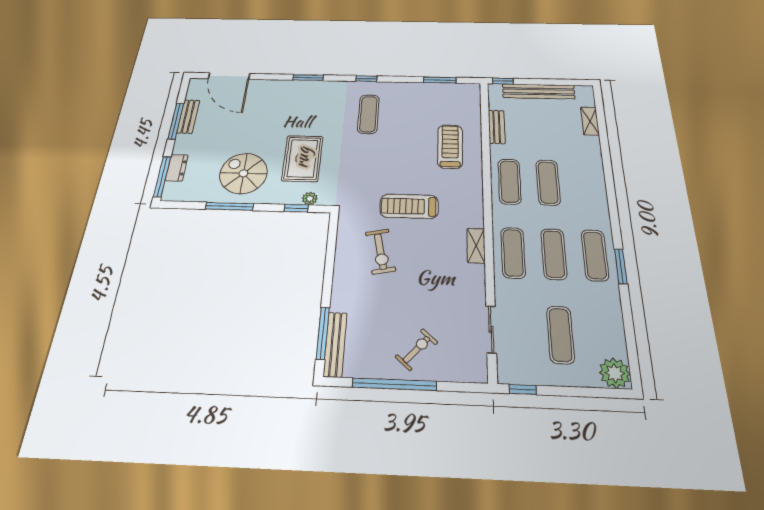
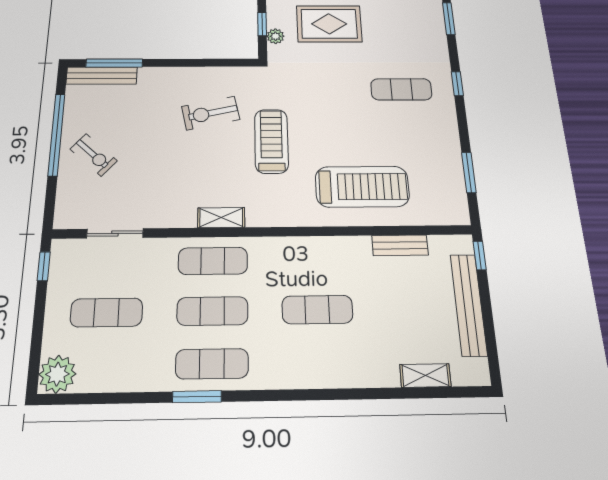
treadmill: (450, 147) -> (362, 187), width x1.37, depth x1.38
exercise mat: (509, 181) -> (315, 260), removed

